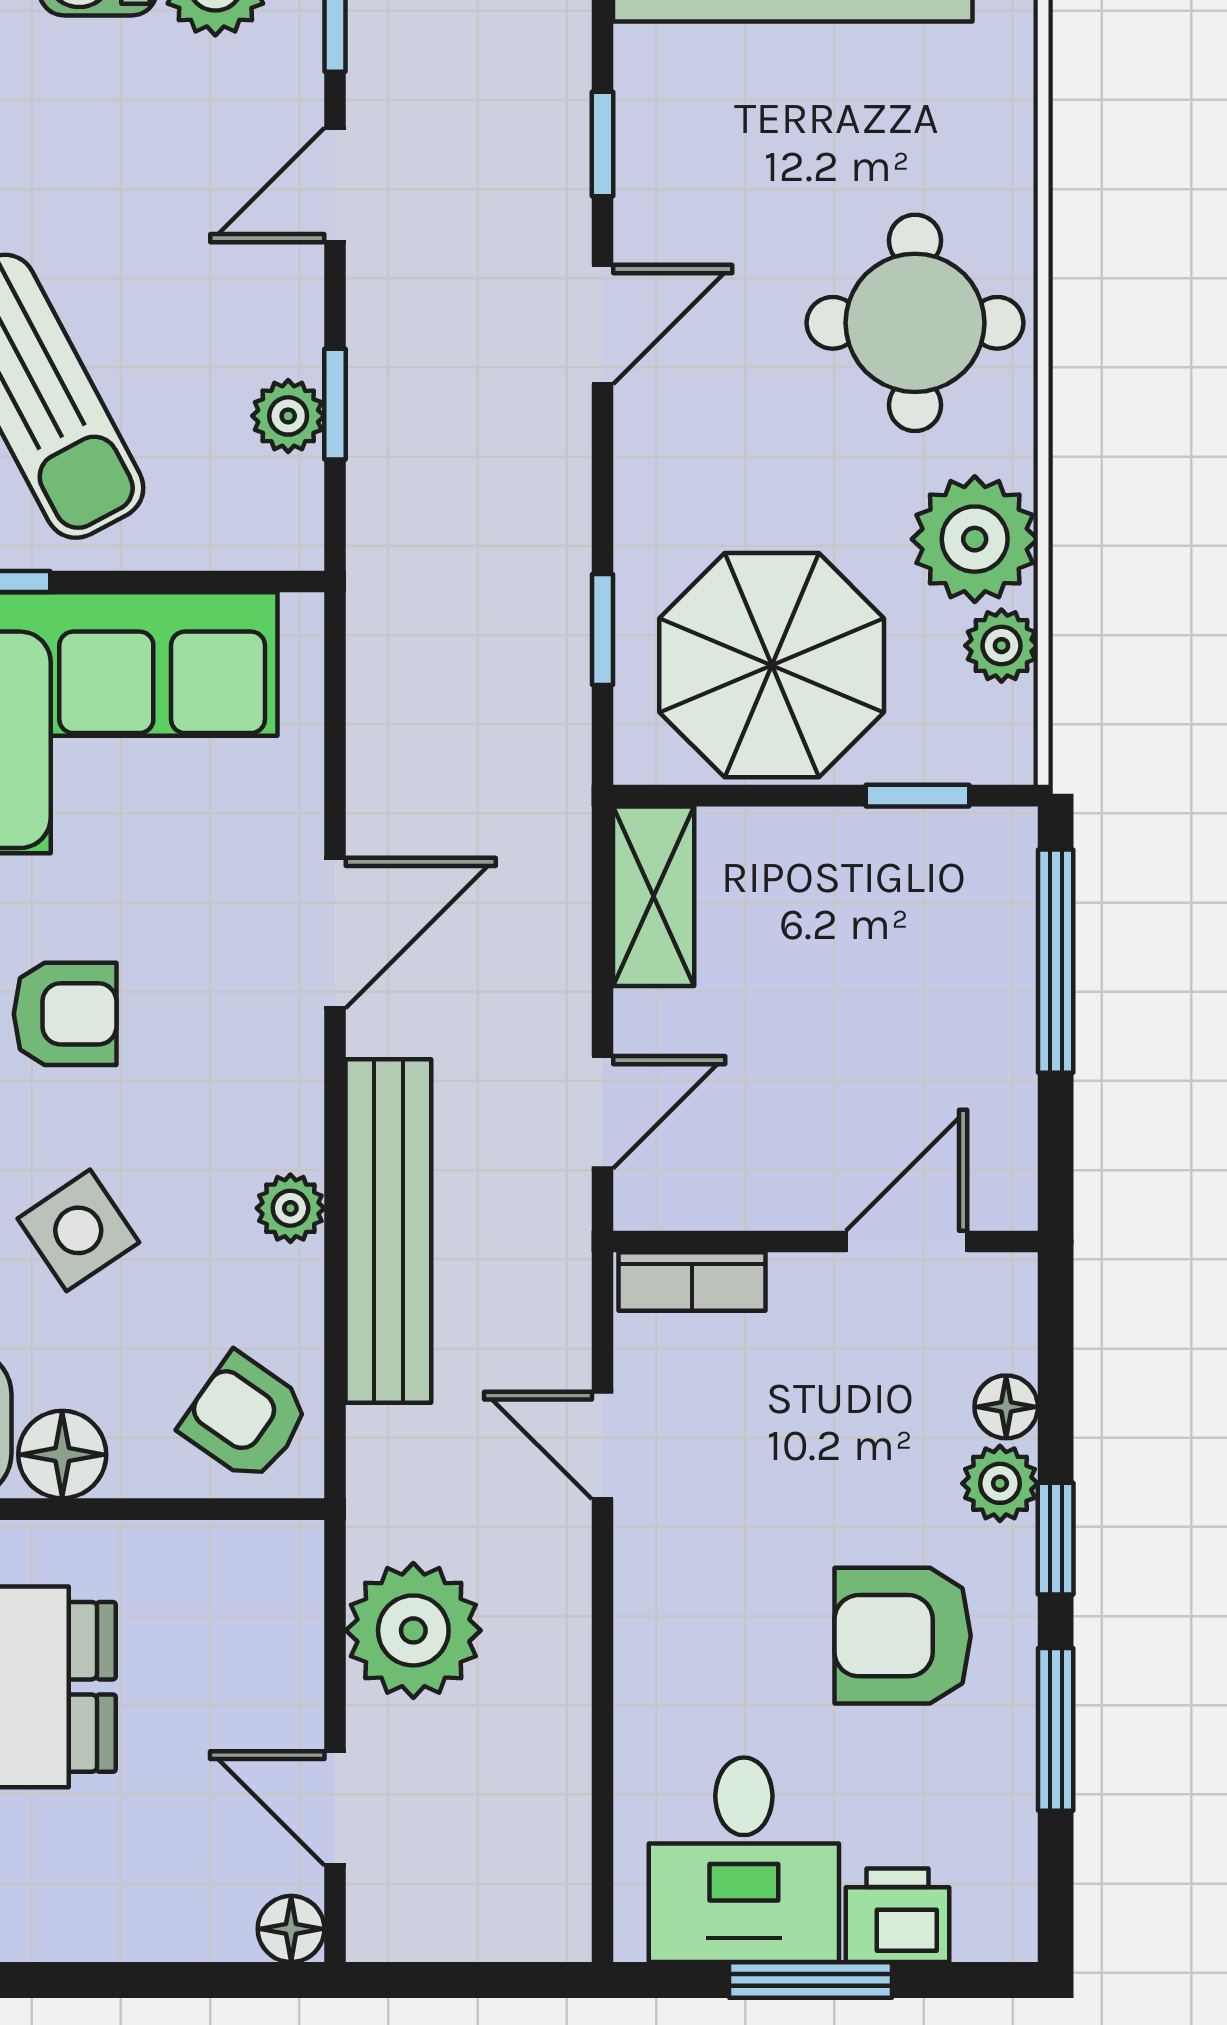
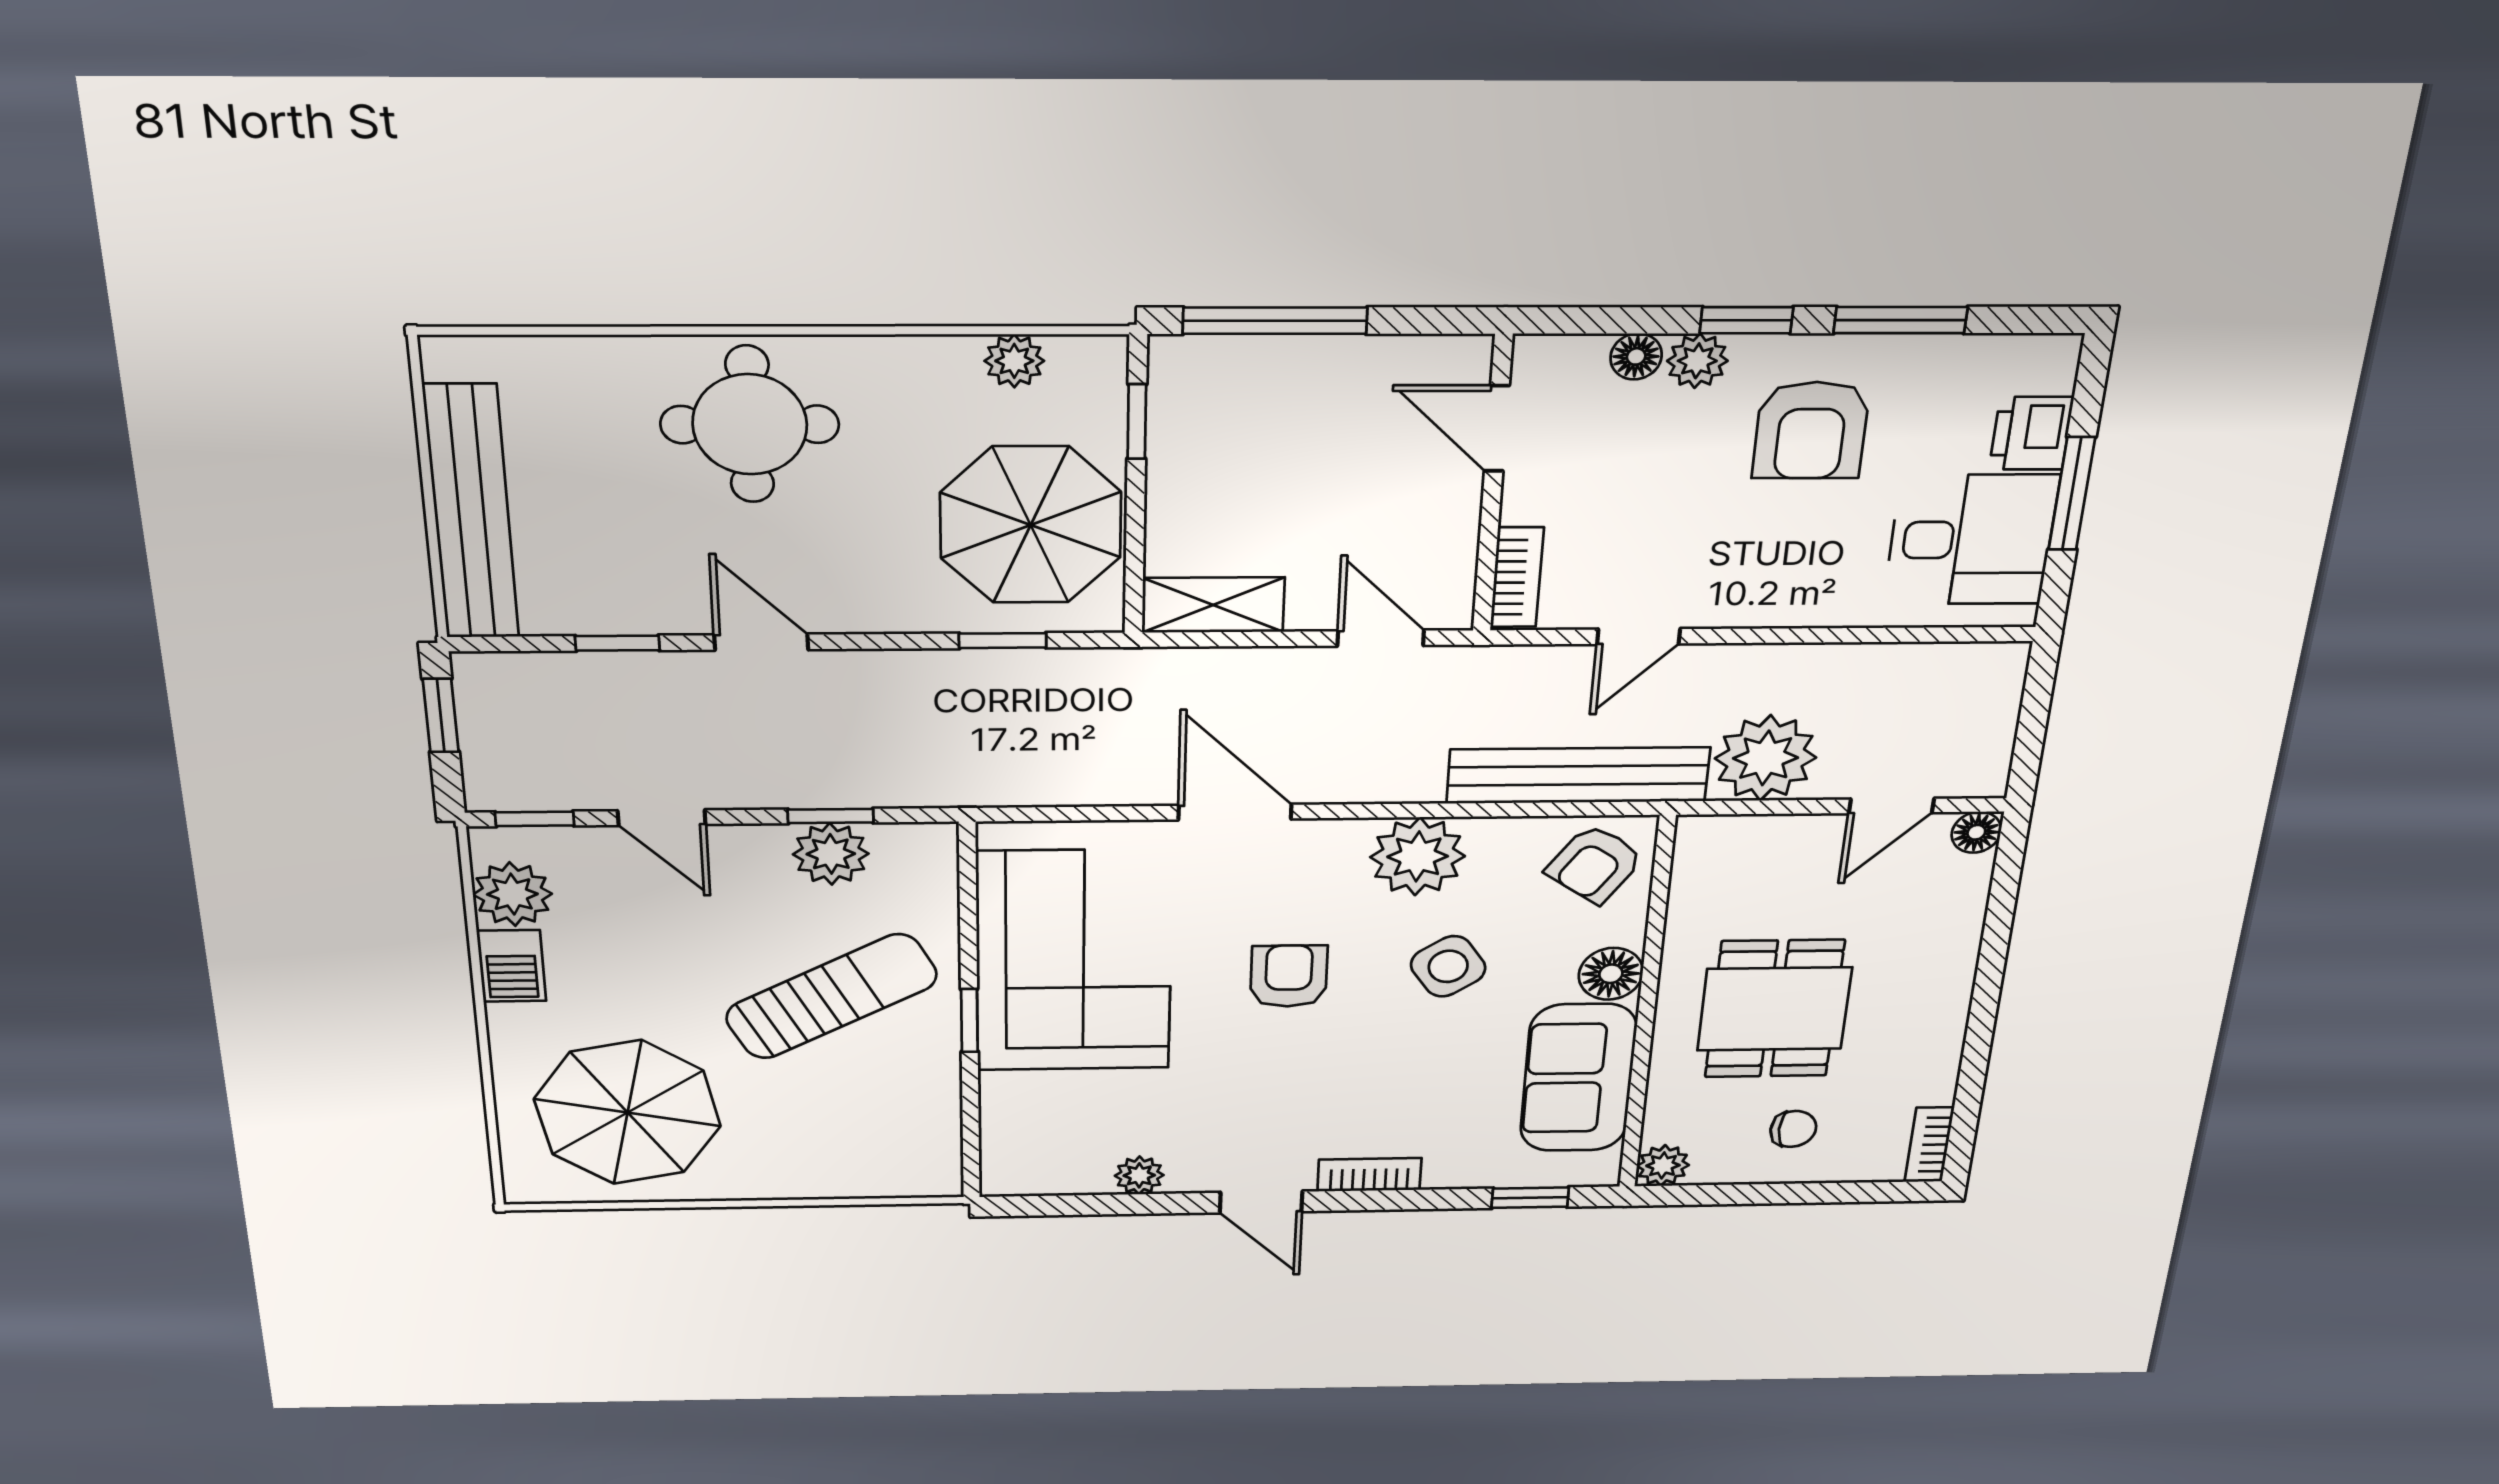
plant: (288, 416) -> (831, 854), width x1.38, depth x1.38
plant: (975, 539) -> (927, 381), removed
plant: (290, 1208) -> (1418, 857), width x1.88, depth x1.88
bench: (388, 1231) -> (1578, 775), moved

